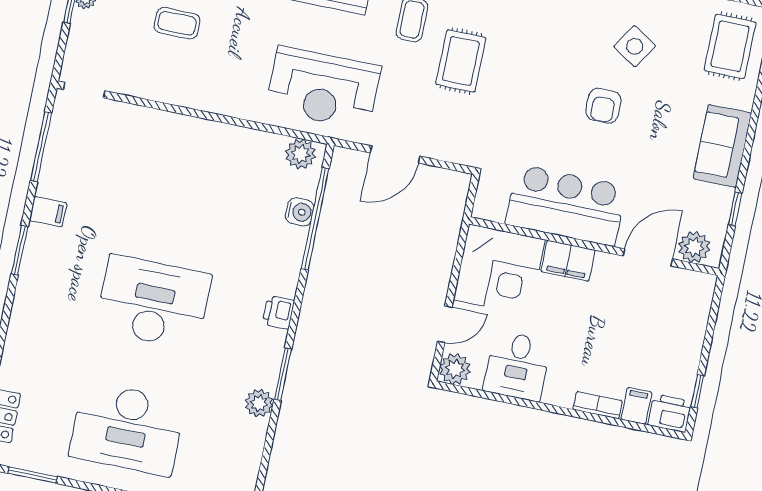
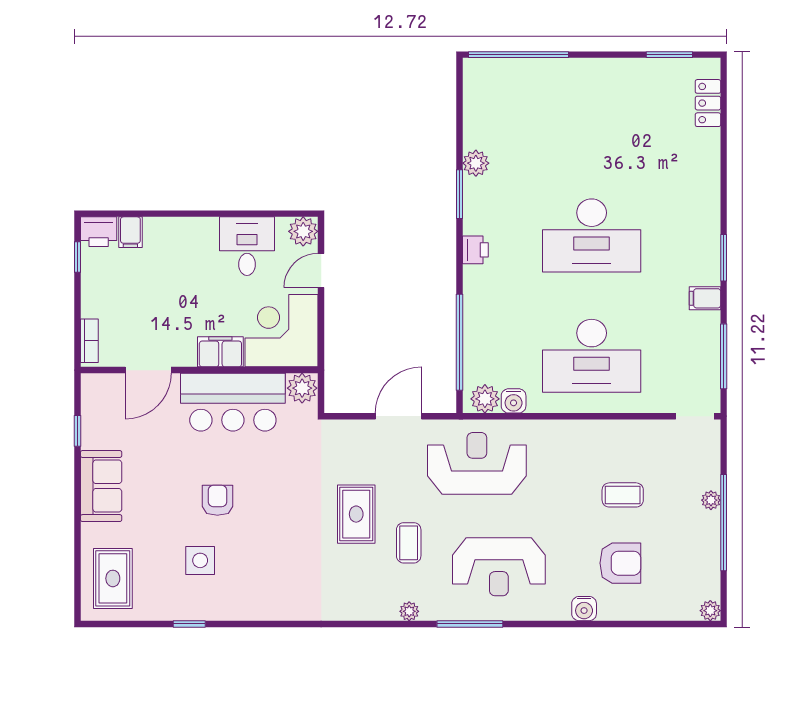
side table: (635, 46) -> (200, 560), turned -33
water cooler: (300, 212) -> (514, 401), moved, turned -90
plant: (694, 247) -> (302, 388), moved
bookcase: (598, 405) -> (89, 341), moved, turned -90
desk: (127, 428) -> (592, 356), moved, turned 180

